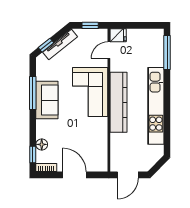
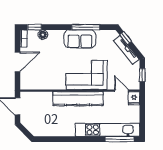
kitchen unit: (156, 106) -> (107, 130), moved

